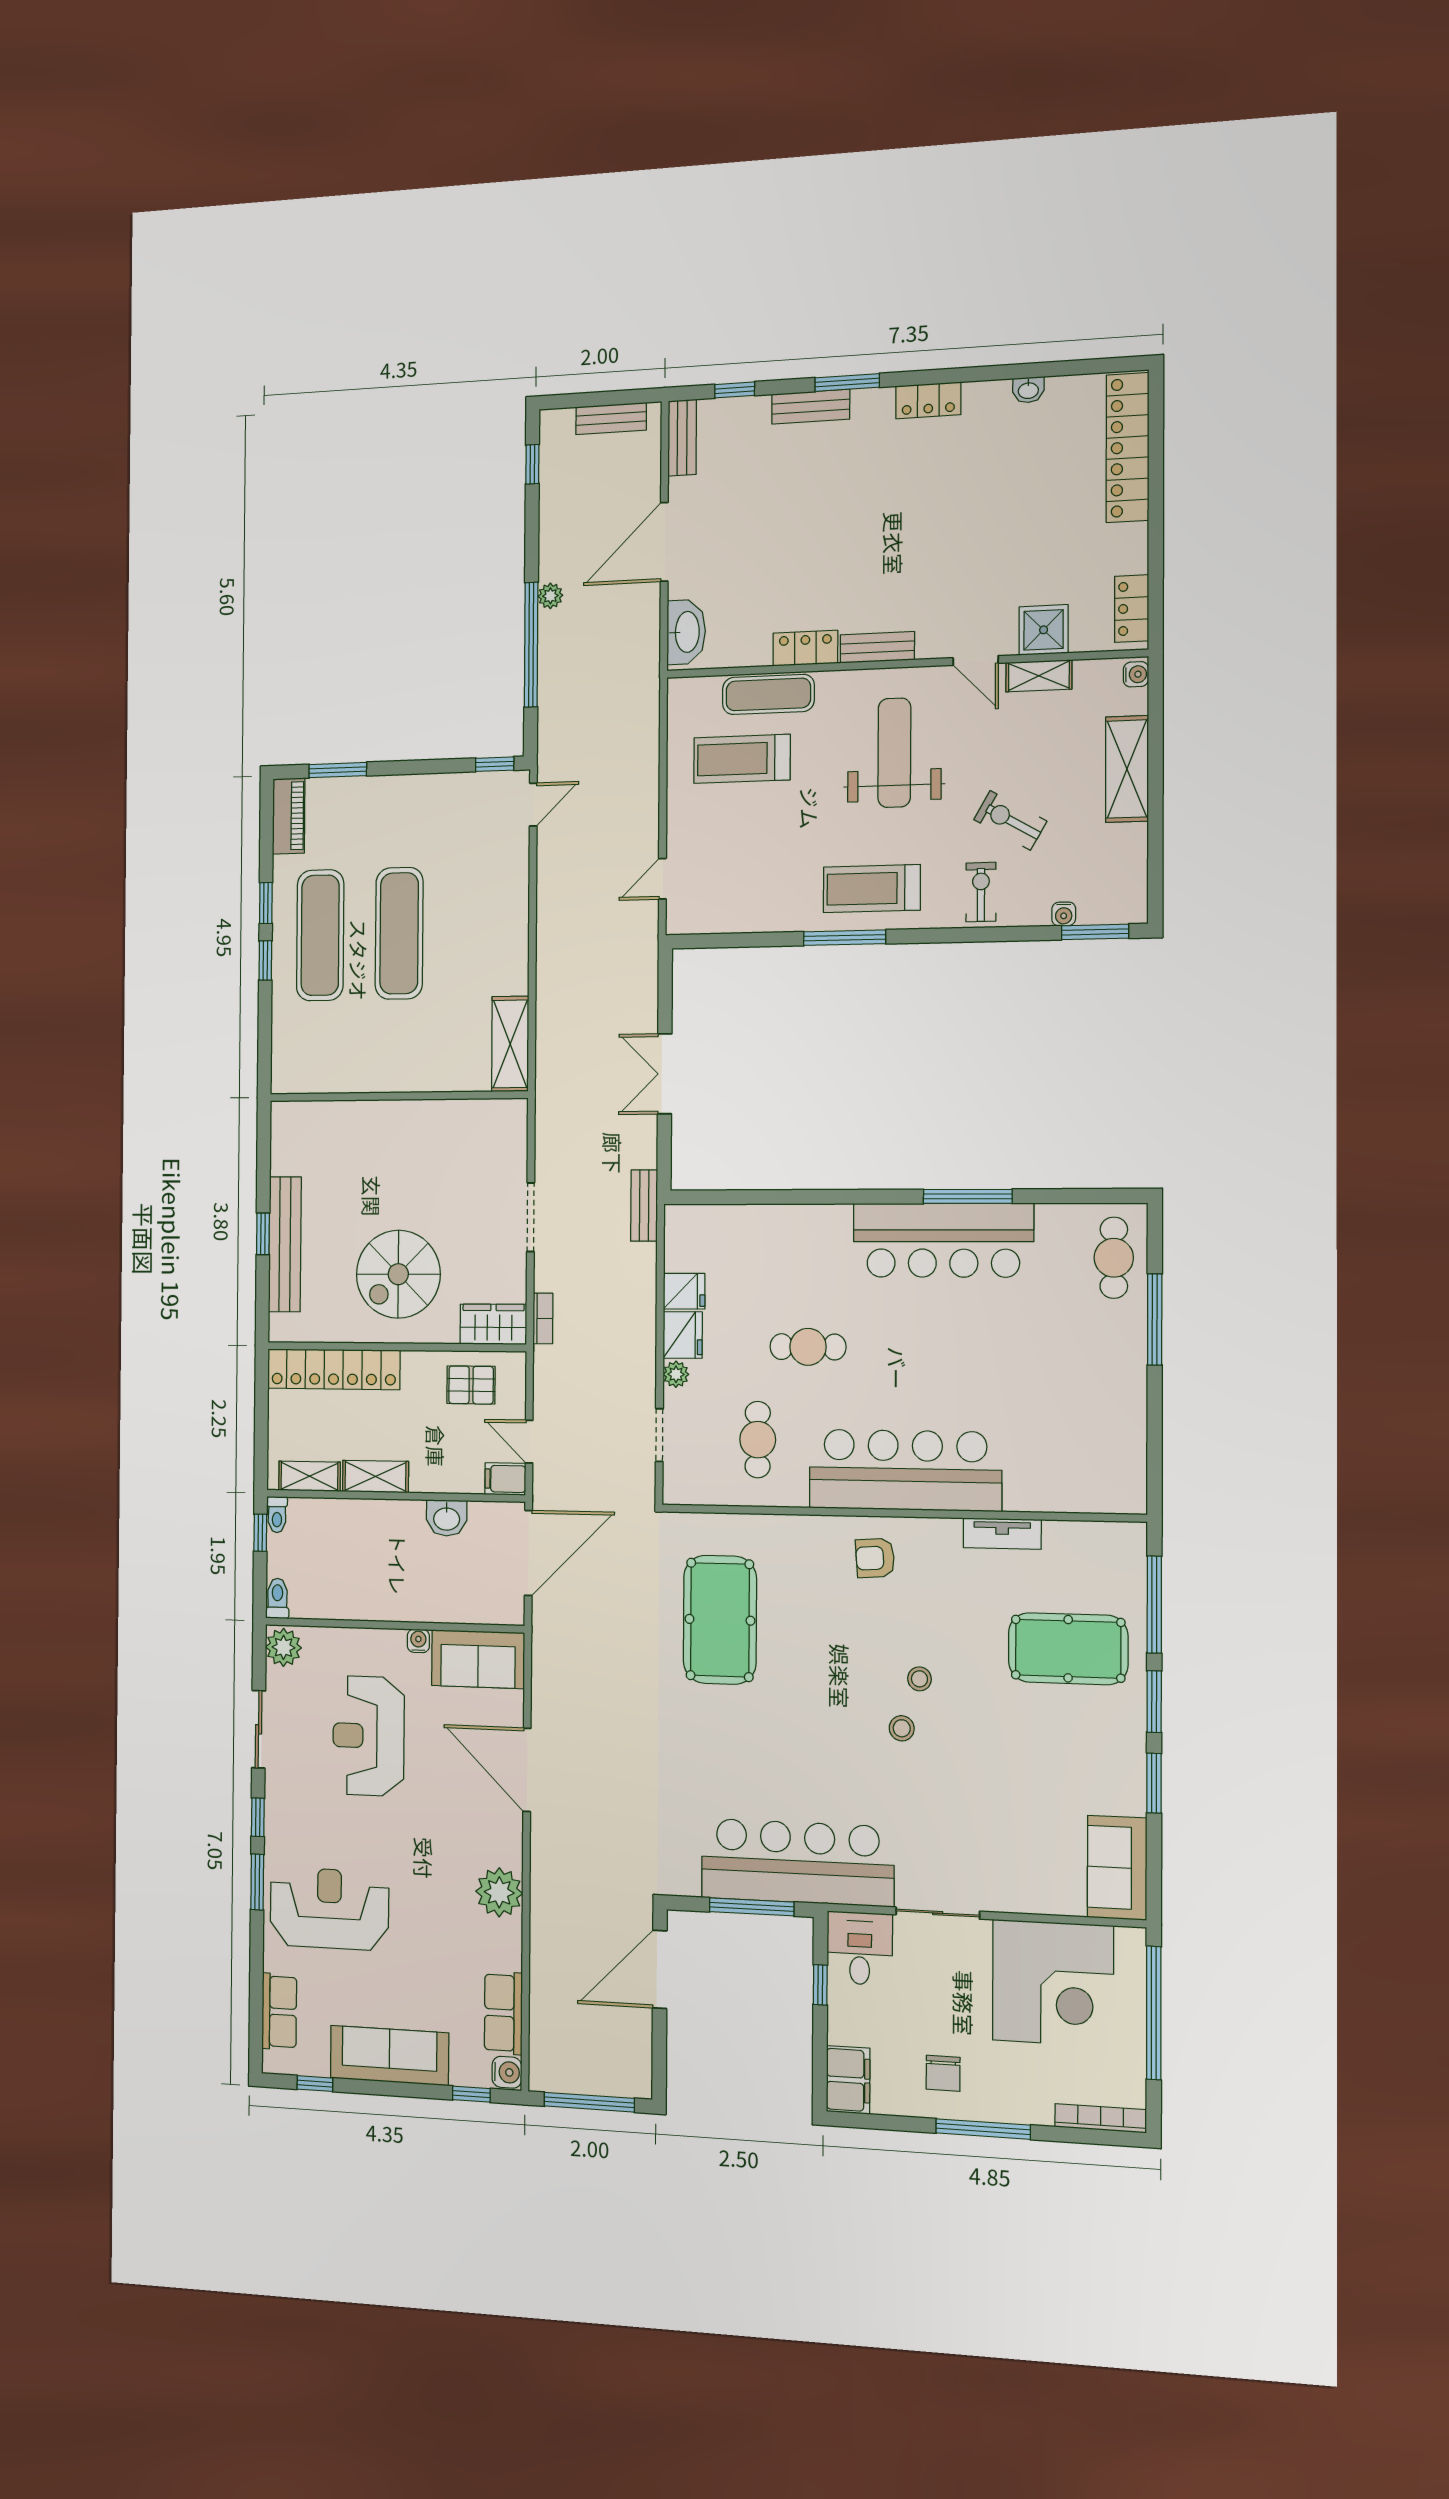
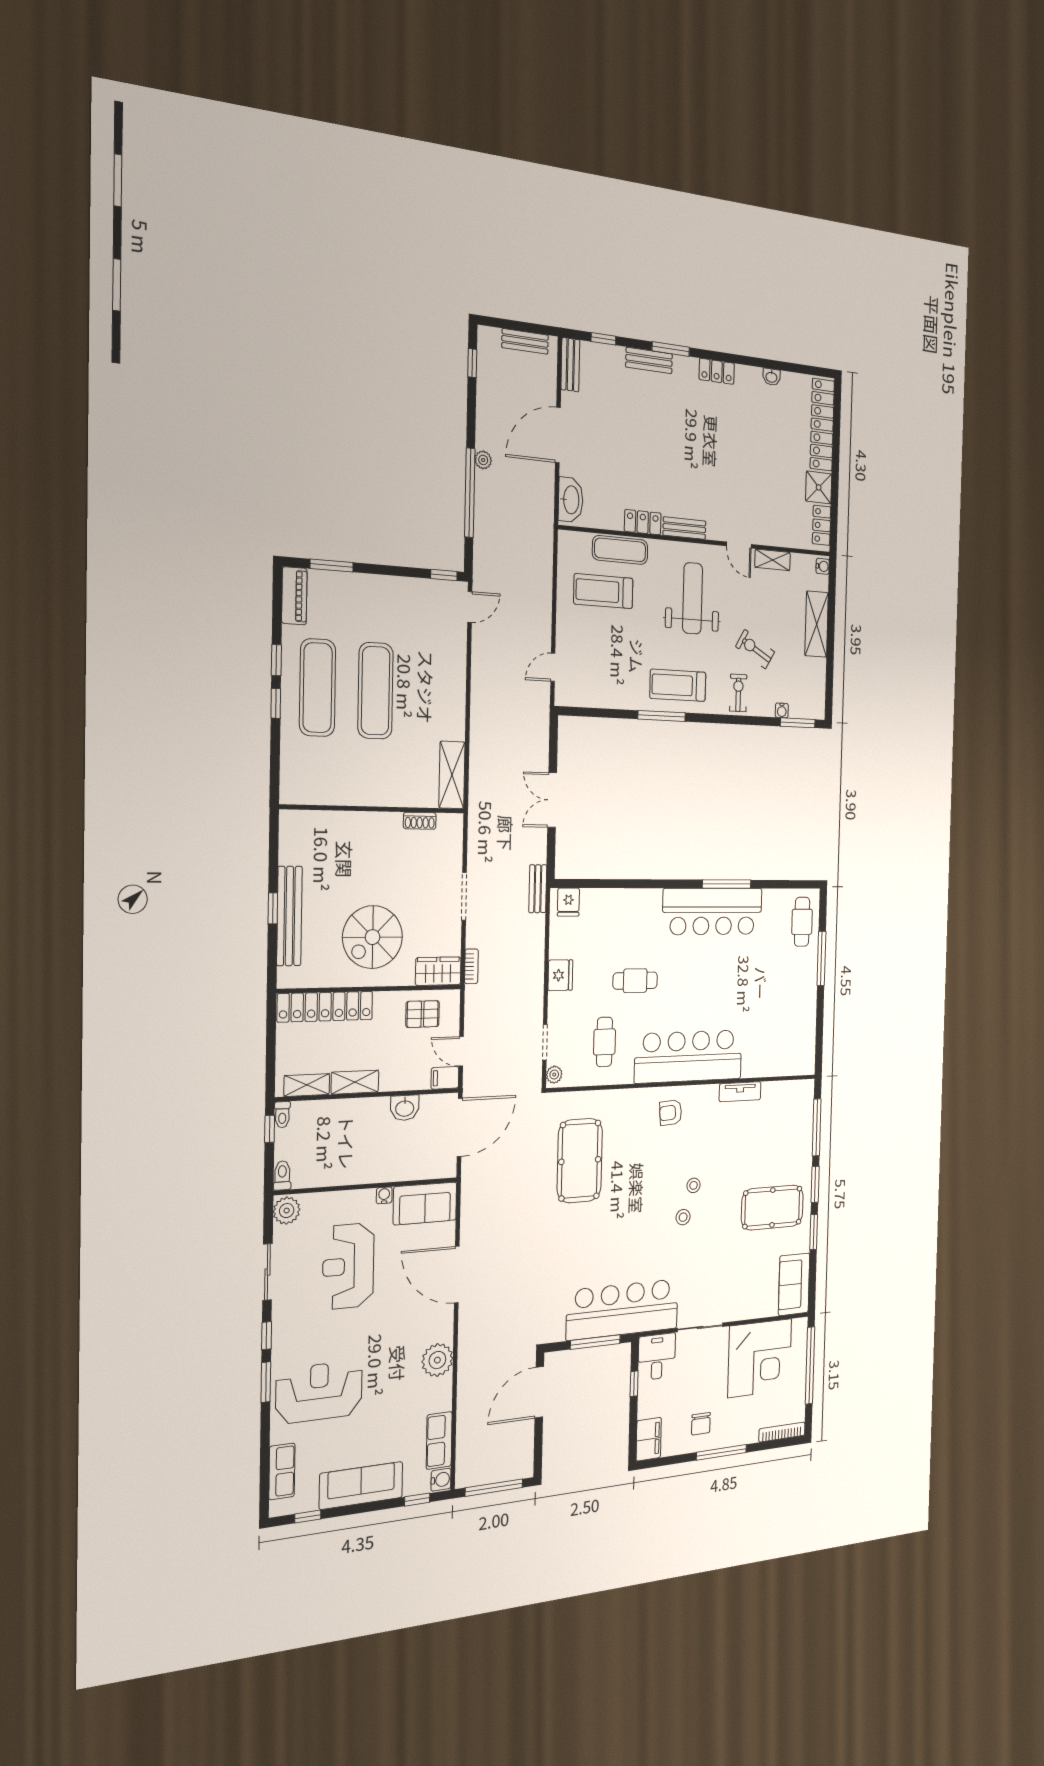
shower: (1044, 630) -> (819, 487), moved
shoe rack: (464, 1110) -> (420, 821), added
fridge: (684, 1291) -> (568, 902), moved, turned 90
plant: (676, 1374) -> (554, 1075), moved
pool table: (1068, 1649) -> (772, 1207), moved

